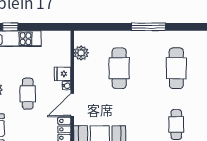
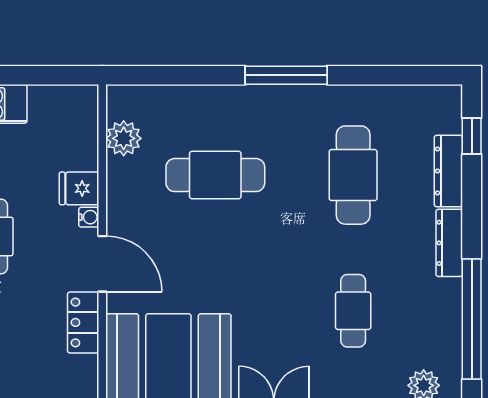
cafe table: (119, 68) -> (215, 175), turned 90
door: (72, 105) -> (102, 264), swing flipped

